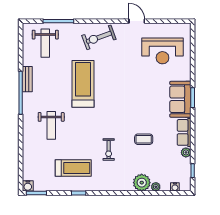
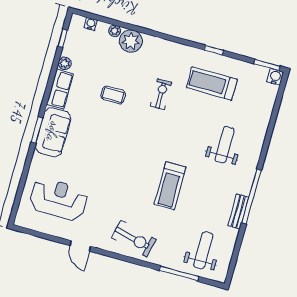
exercise bike: (99, 37) -> (134, 239), turned 33
treadmill: (83, 84) -> (170, 186), width x0.73, depth x0.73

